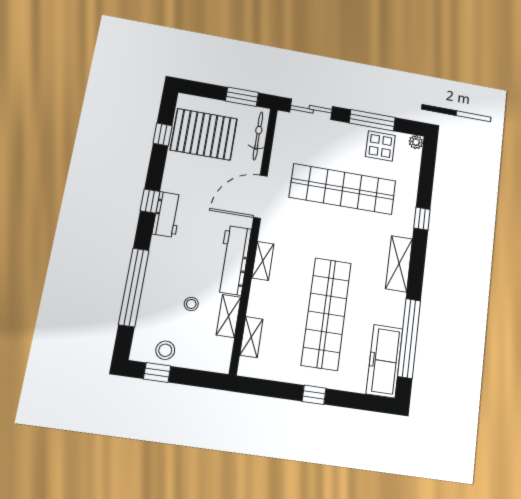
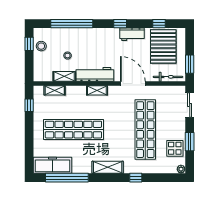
window: (372, 120) -> (190, 142), width x0.69
workbench: (167, 215) -> (132, 34), moved
window: (314, 395) -> (29, 105), moved

